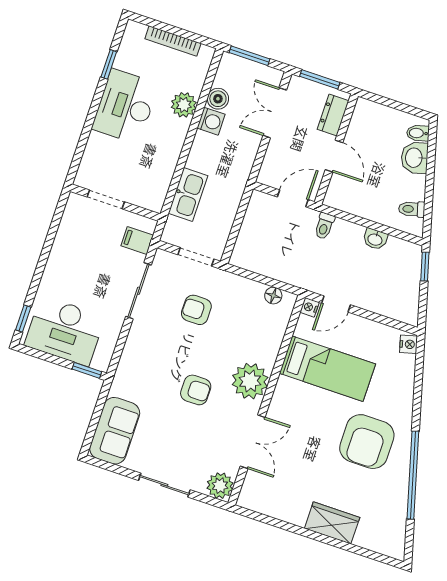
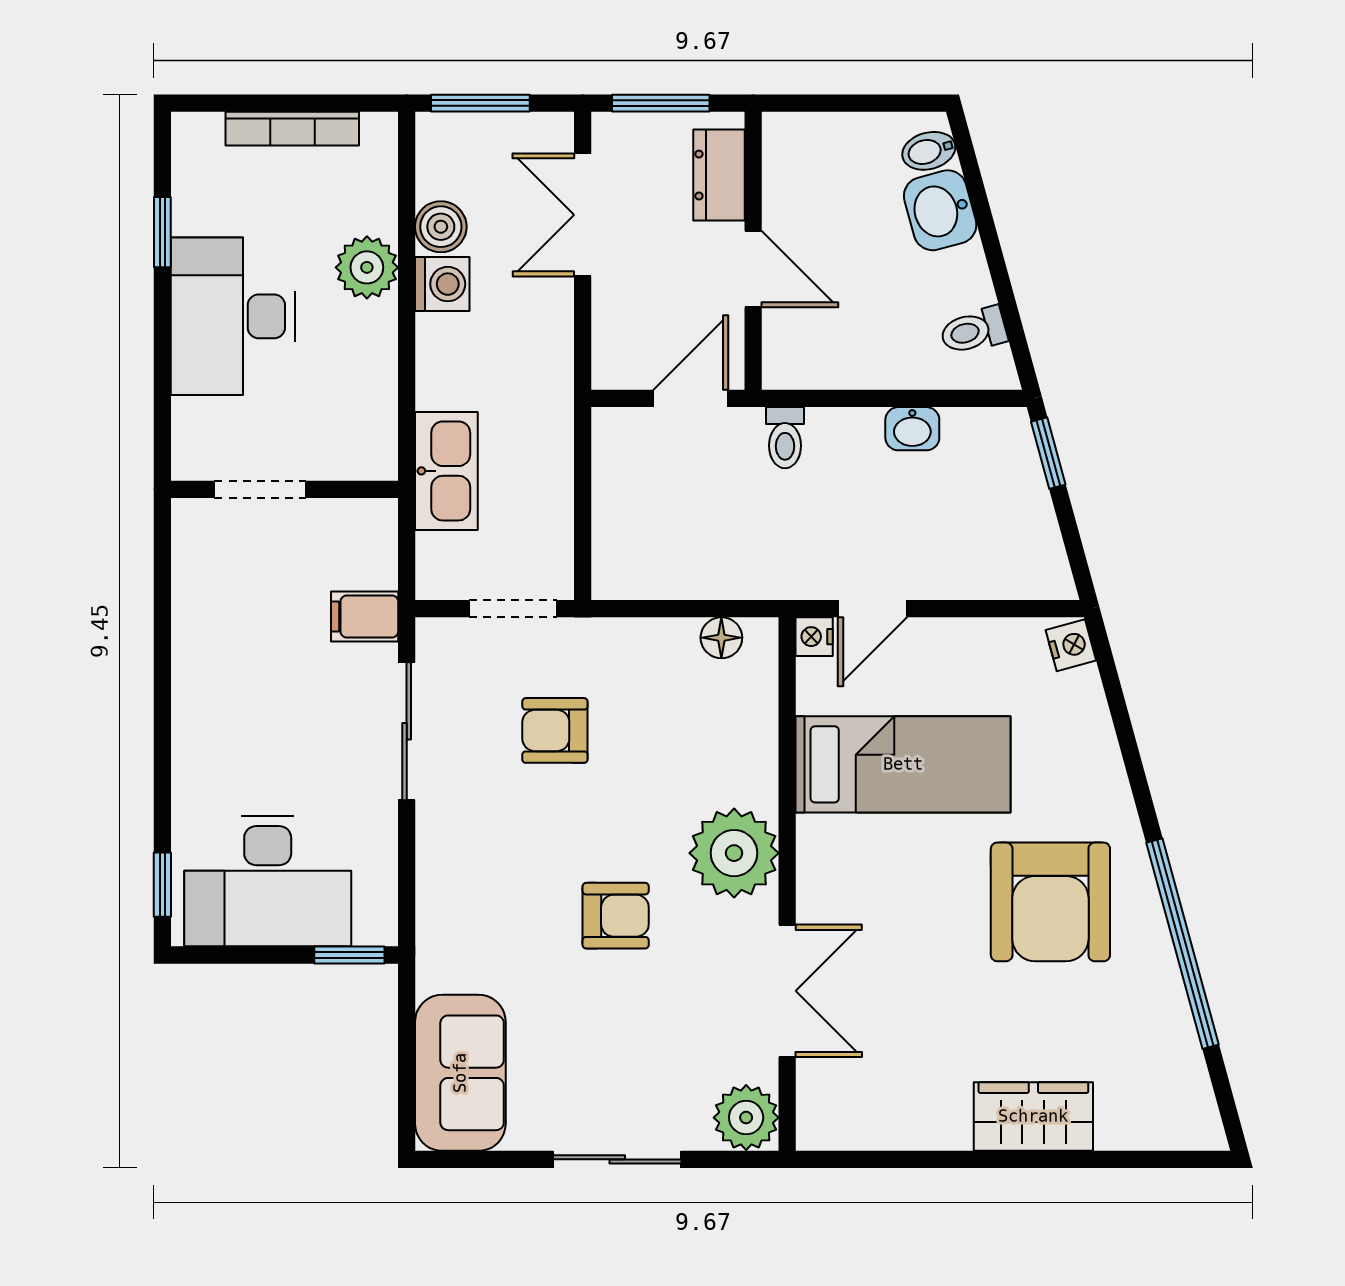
doorway: (106, 199) -> (260, 489), moved
wall: (115, 203) -> (285, 489), moved

